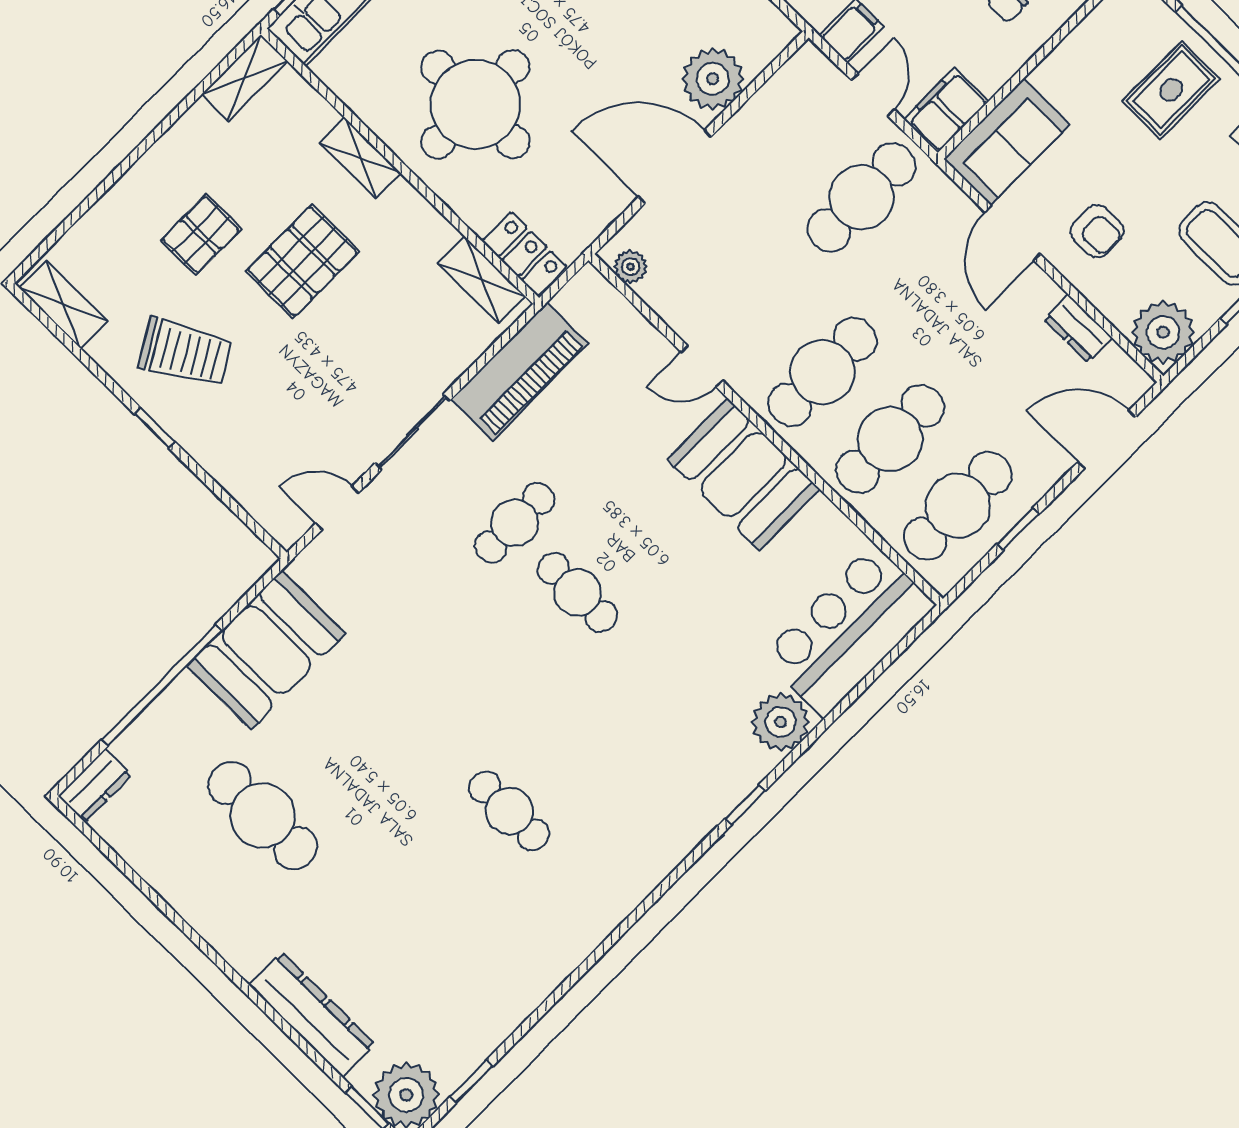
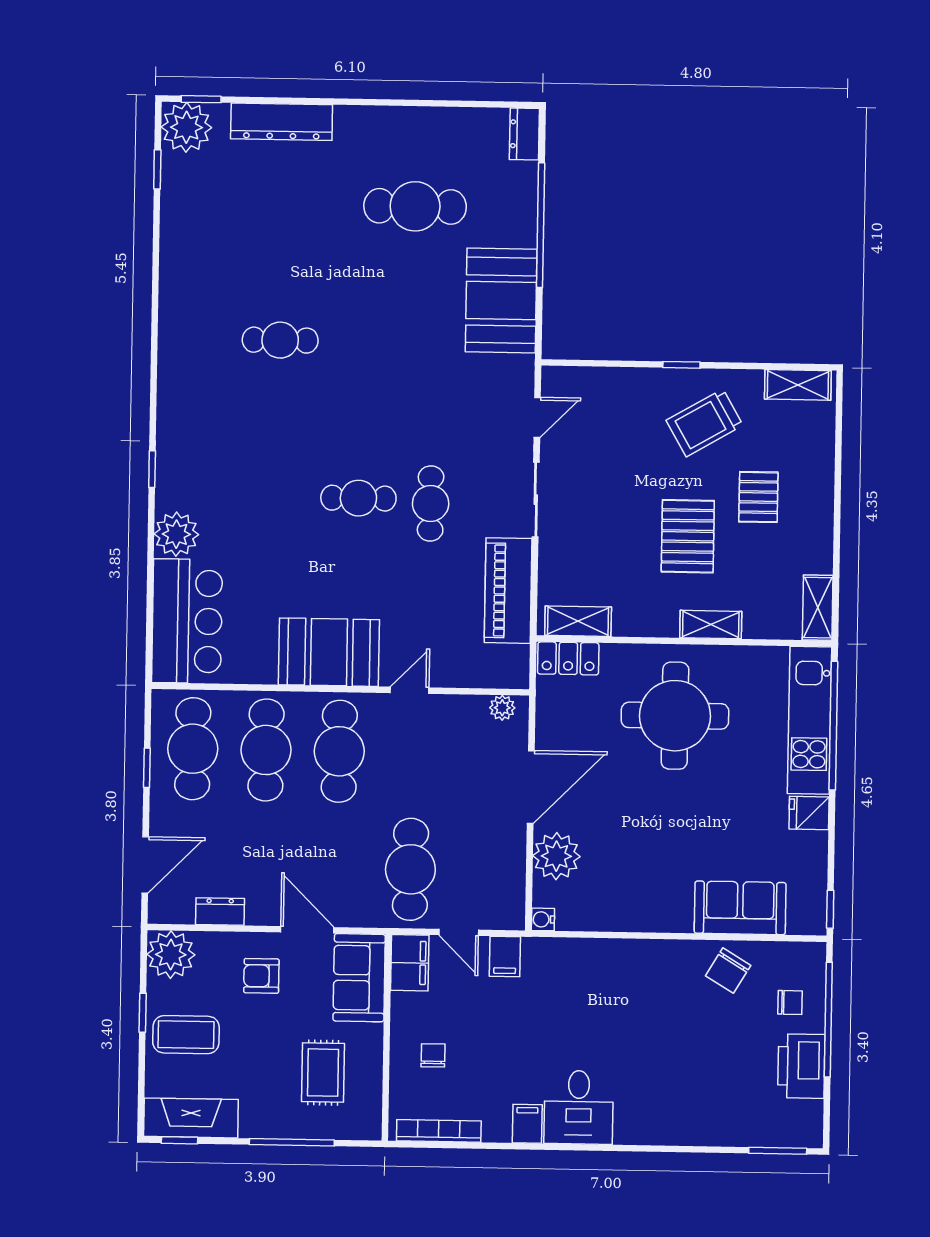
water cooler: (782, 32) -> (543, 919), added
rug: (1171, 90) -> (323, 1073), moved

